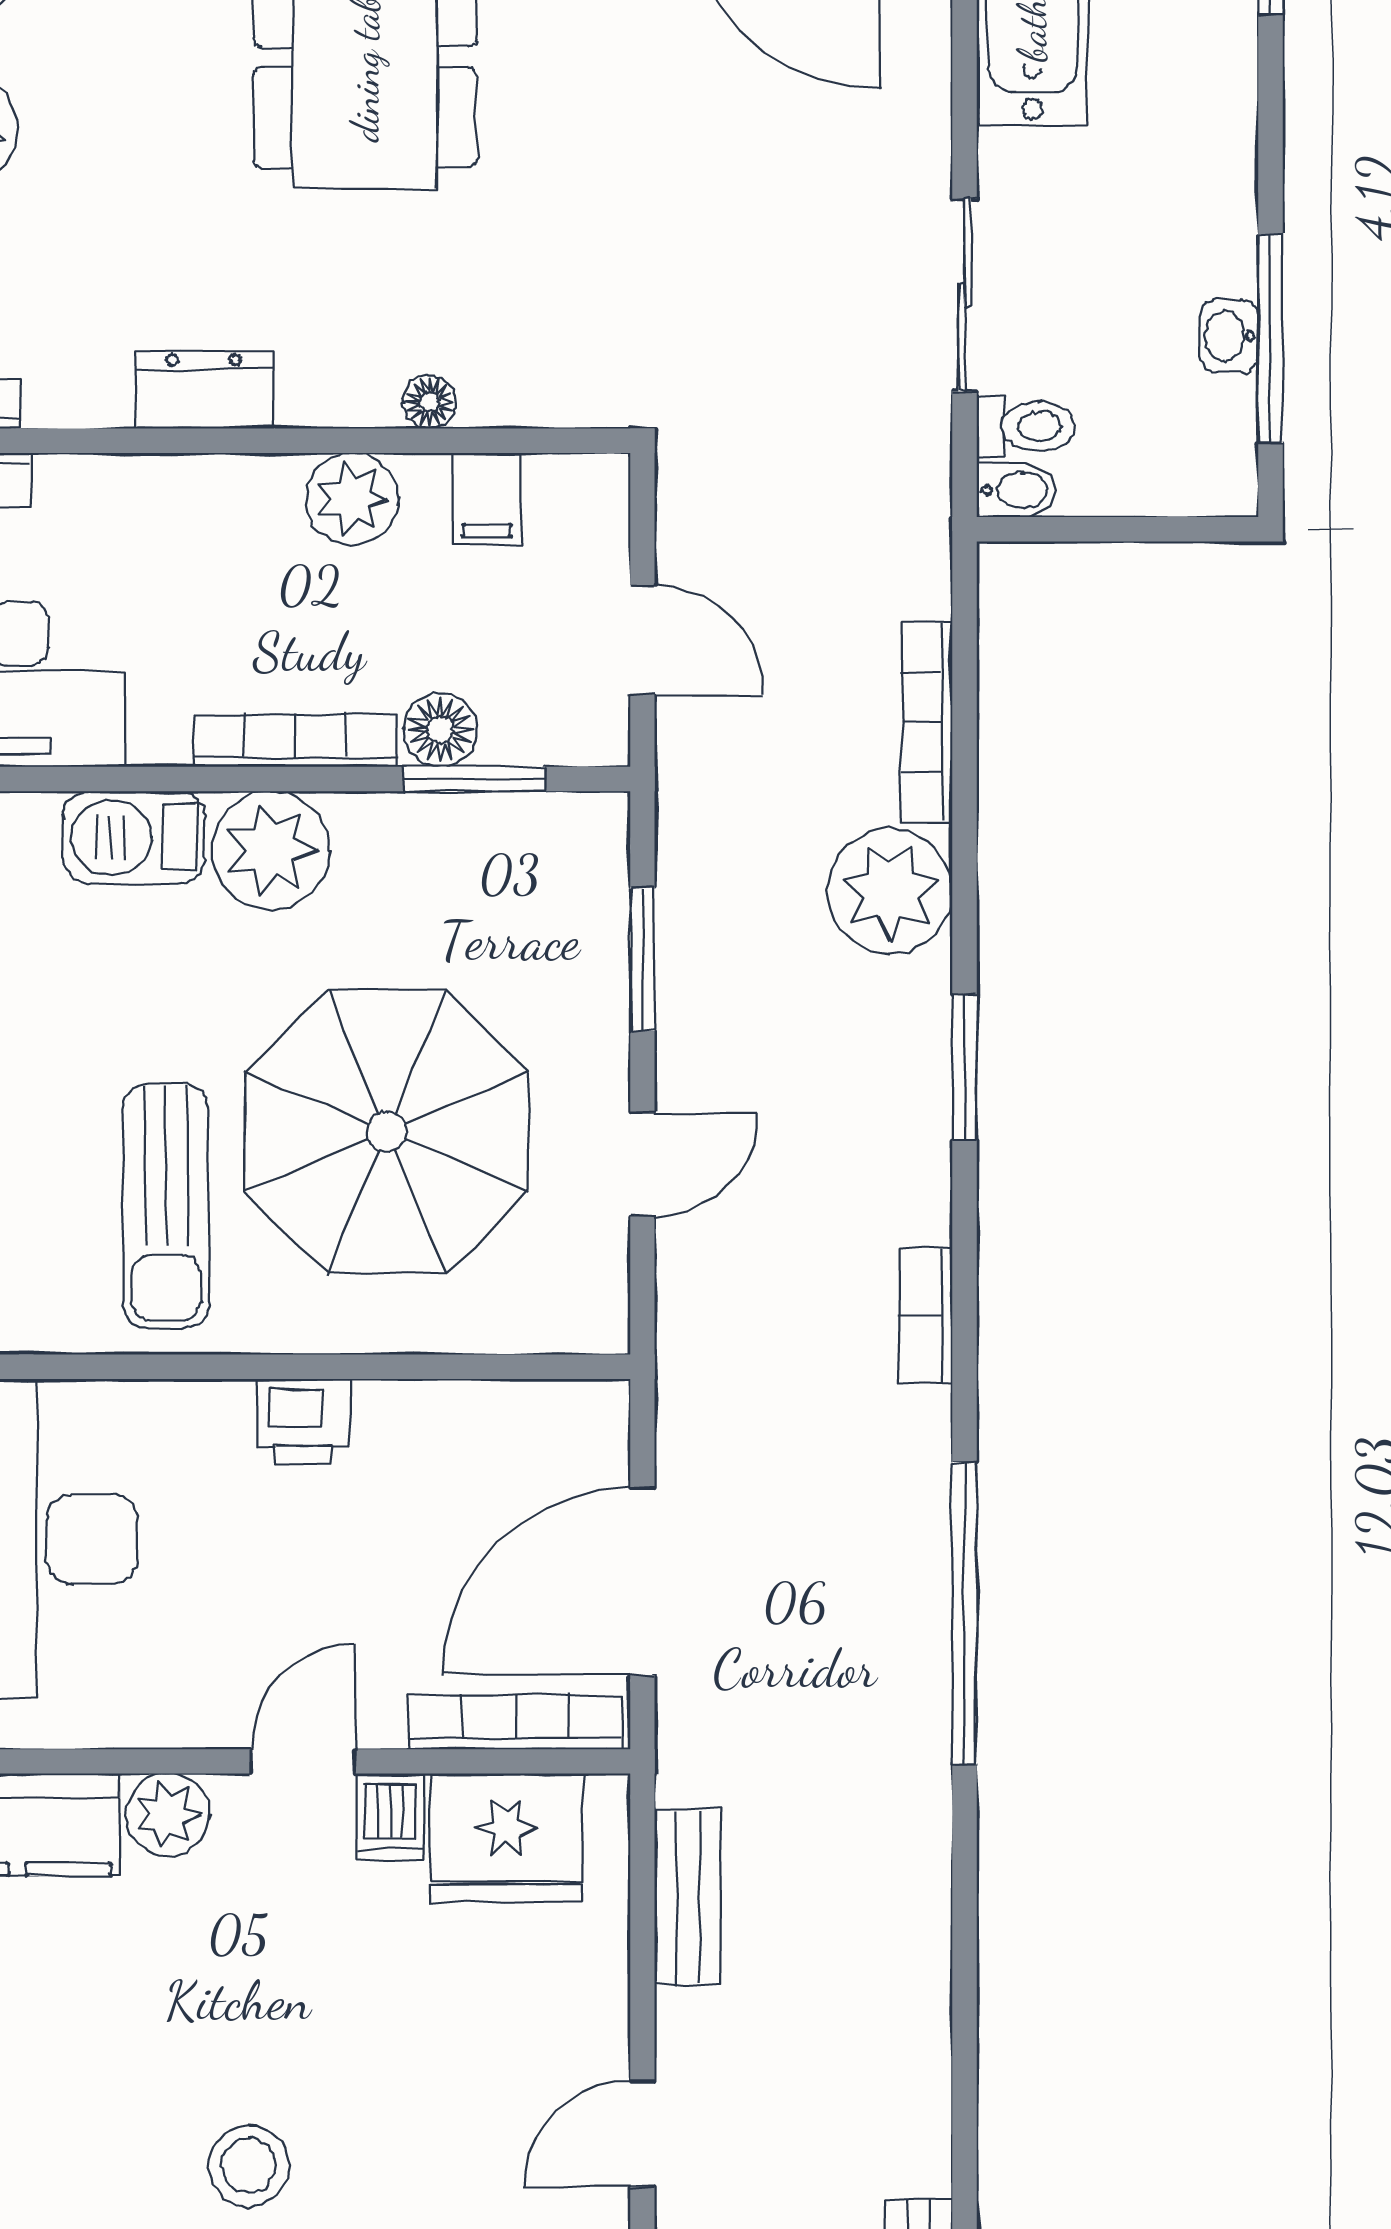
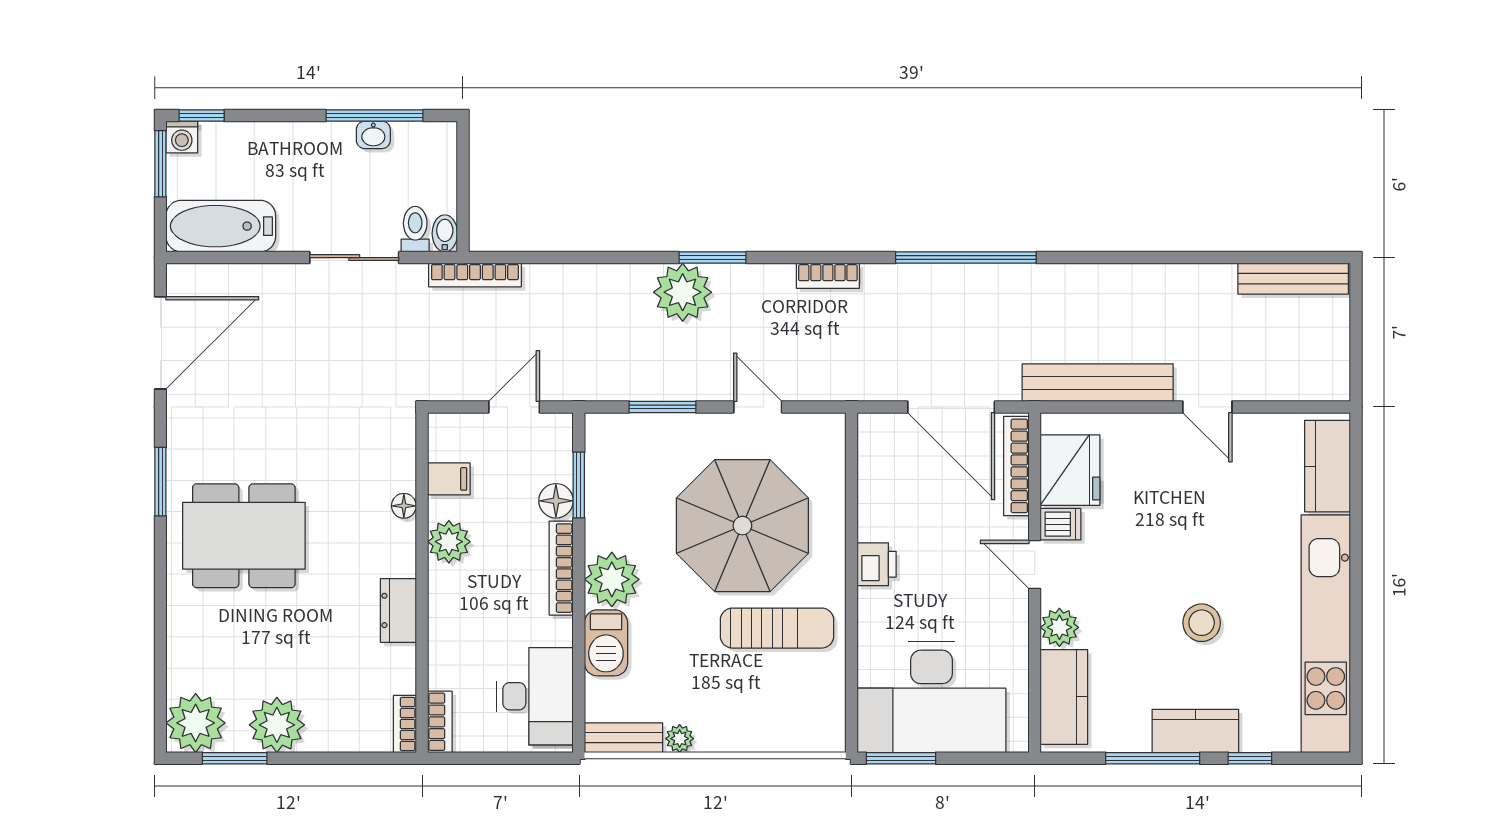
bookcase: (927, 722) -> (475, 275), moved
plant: (890, 891) -> (683, 292), moved
bench: (688, 1897) -> (1098, 383), width x1.86, depth x1.21
stool: (249, 2166) -> (1202, 623), moved

